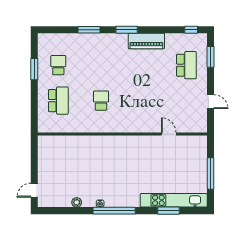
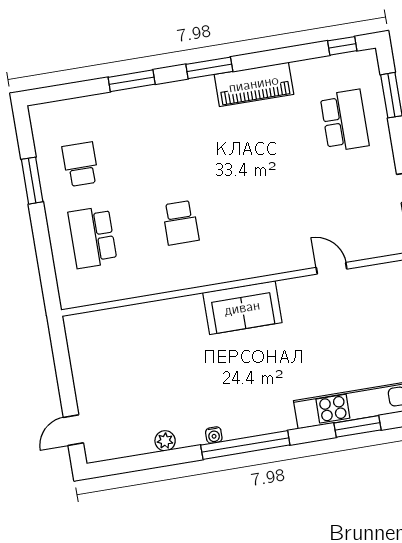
school desk: (58, 101) -> (93, 237), turned 180
school desk: (101, 101) -> (181, 223), turned 180
sofa: (124, 146) -> (242, 308), added

